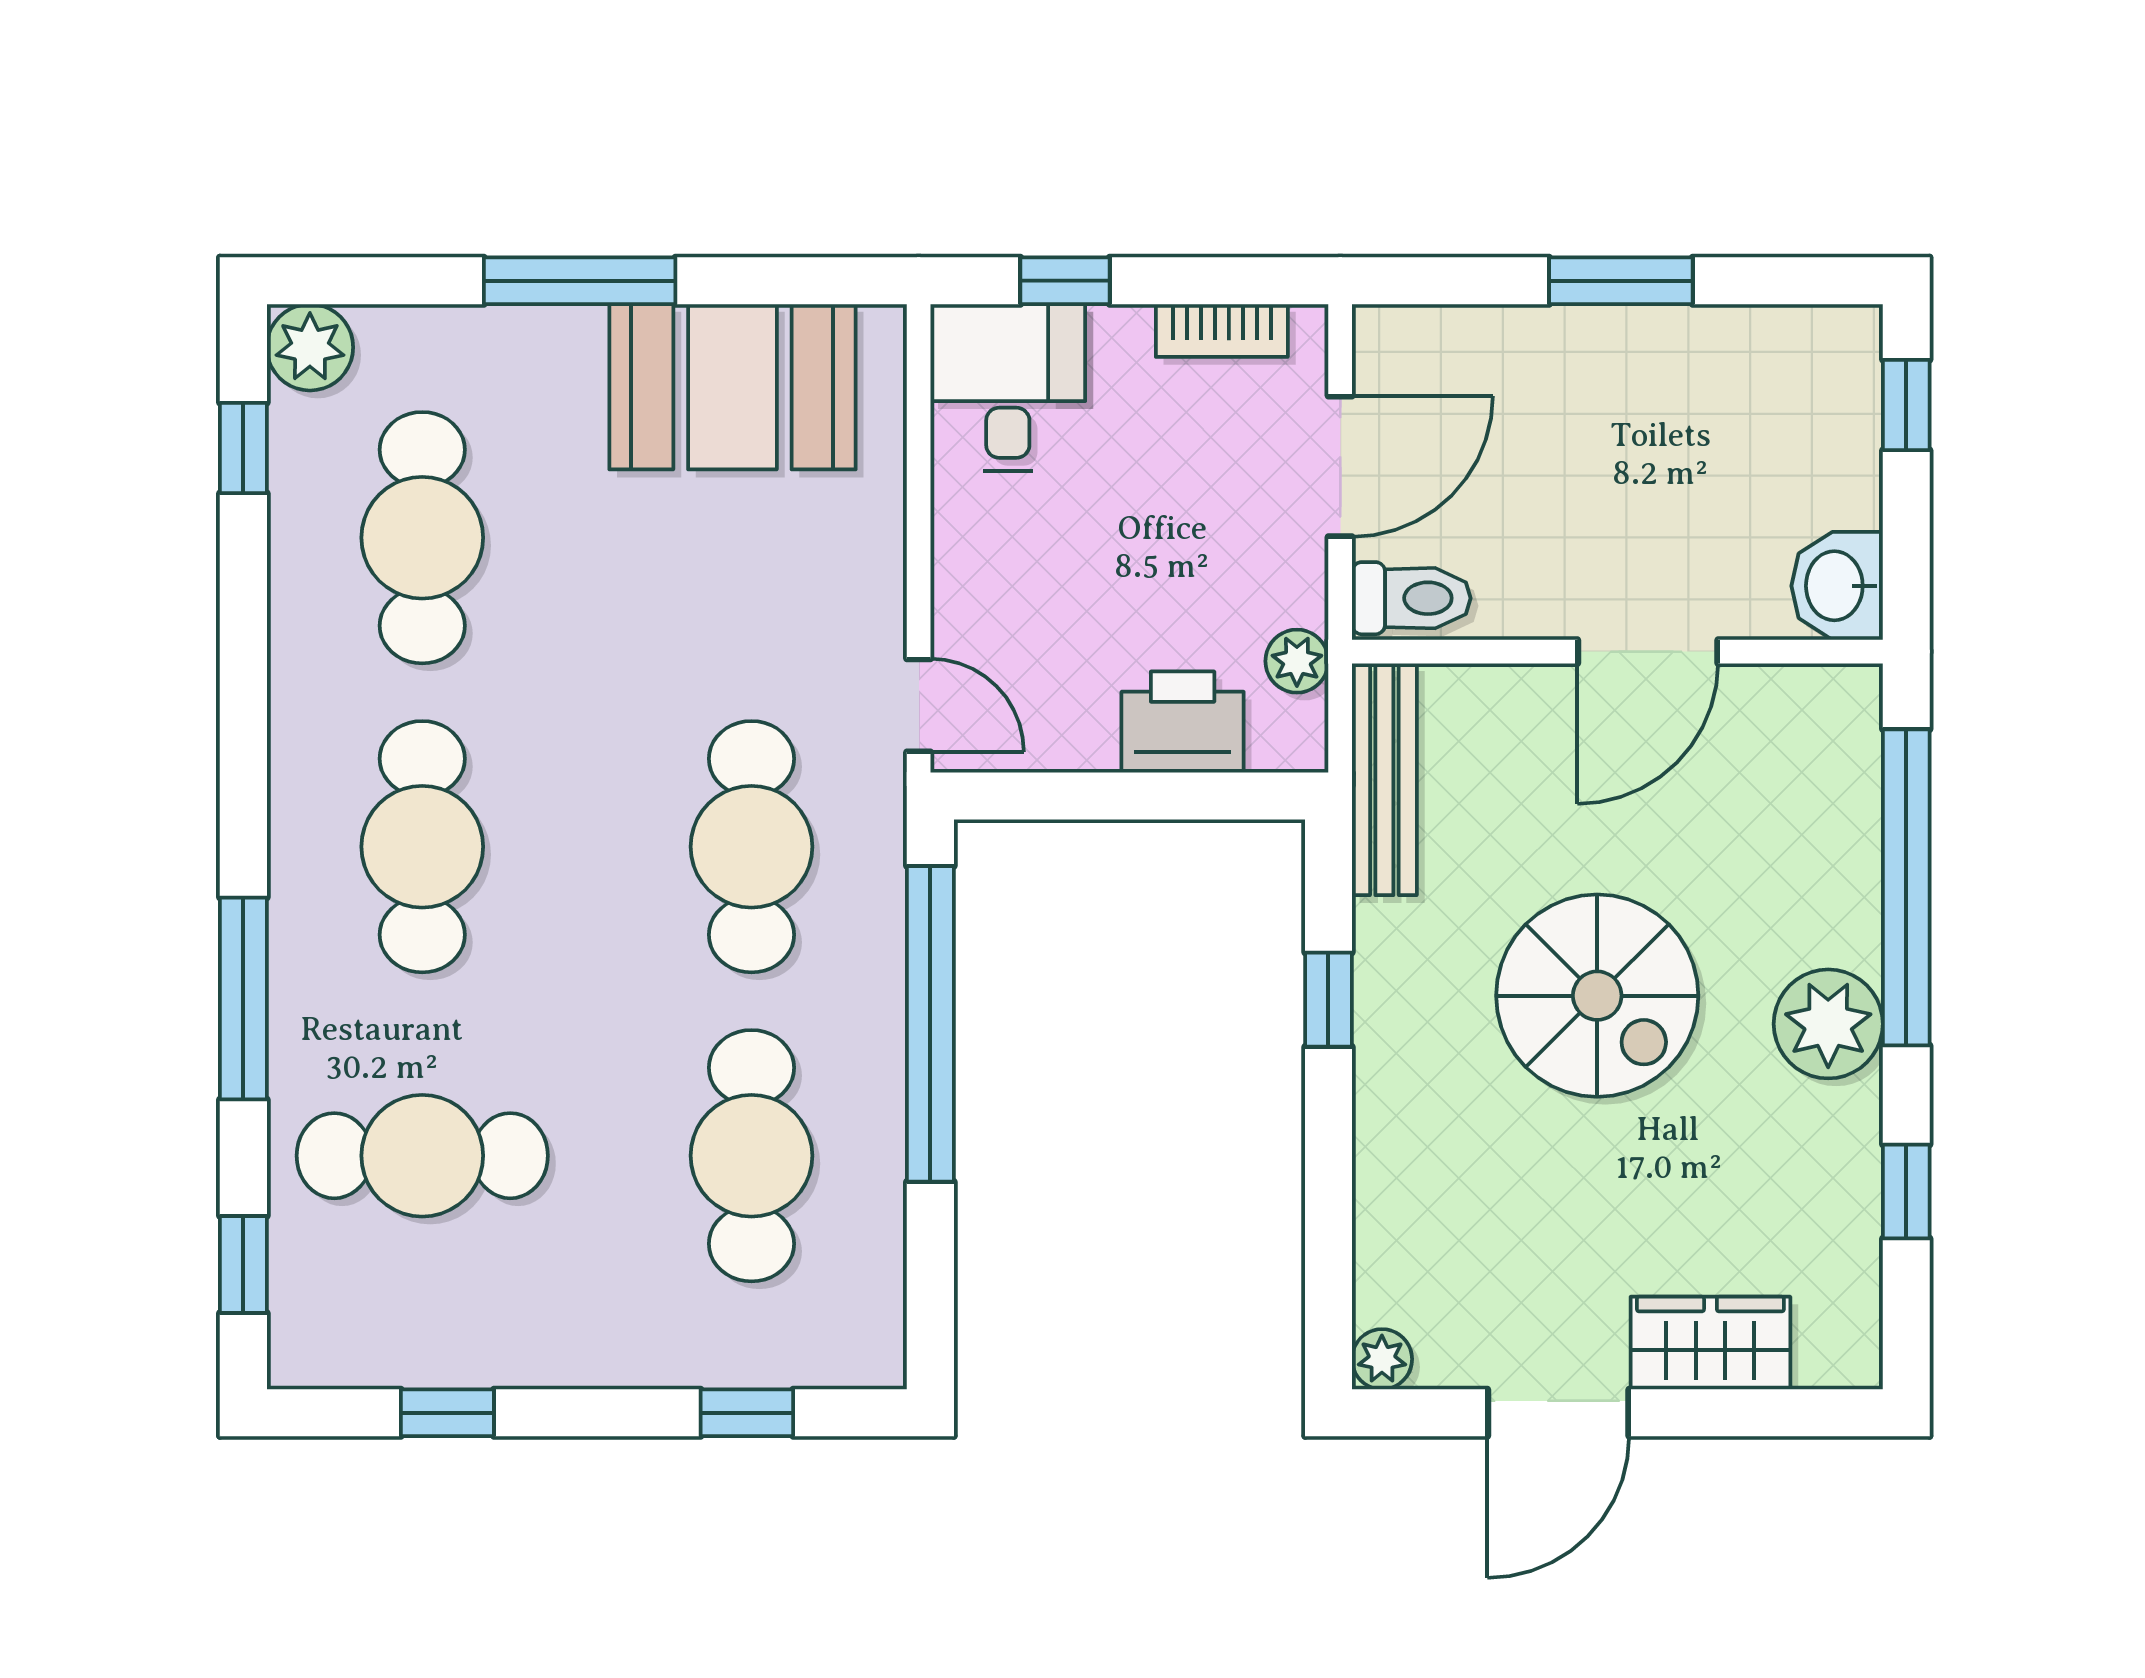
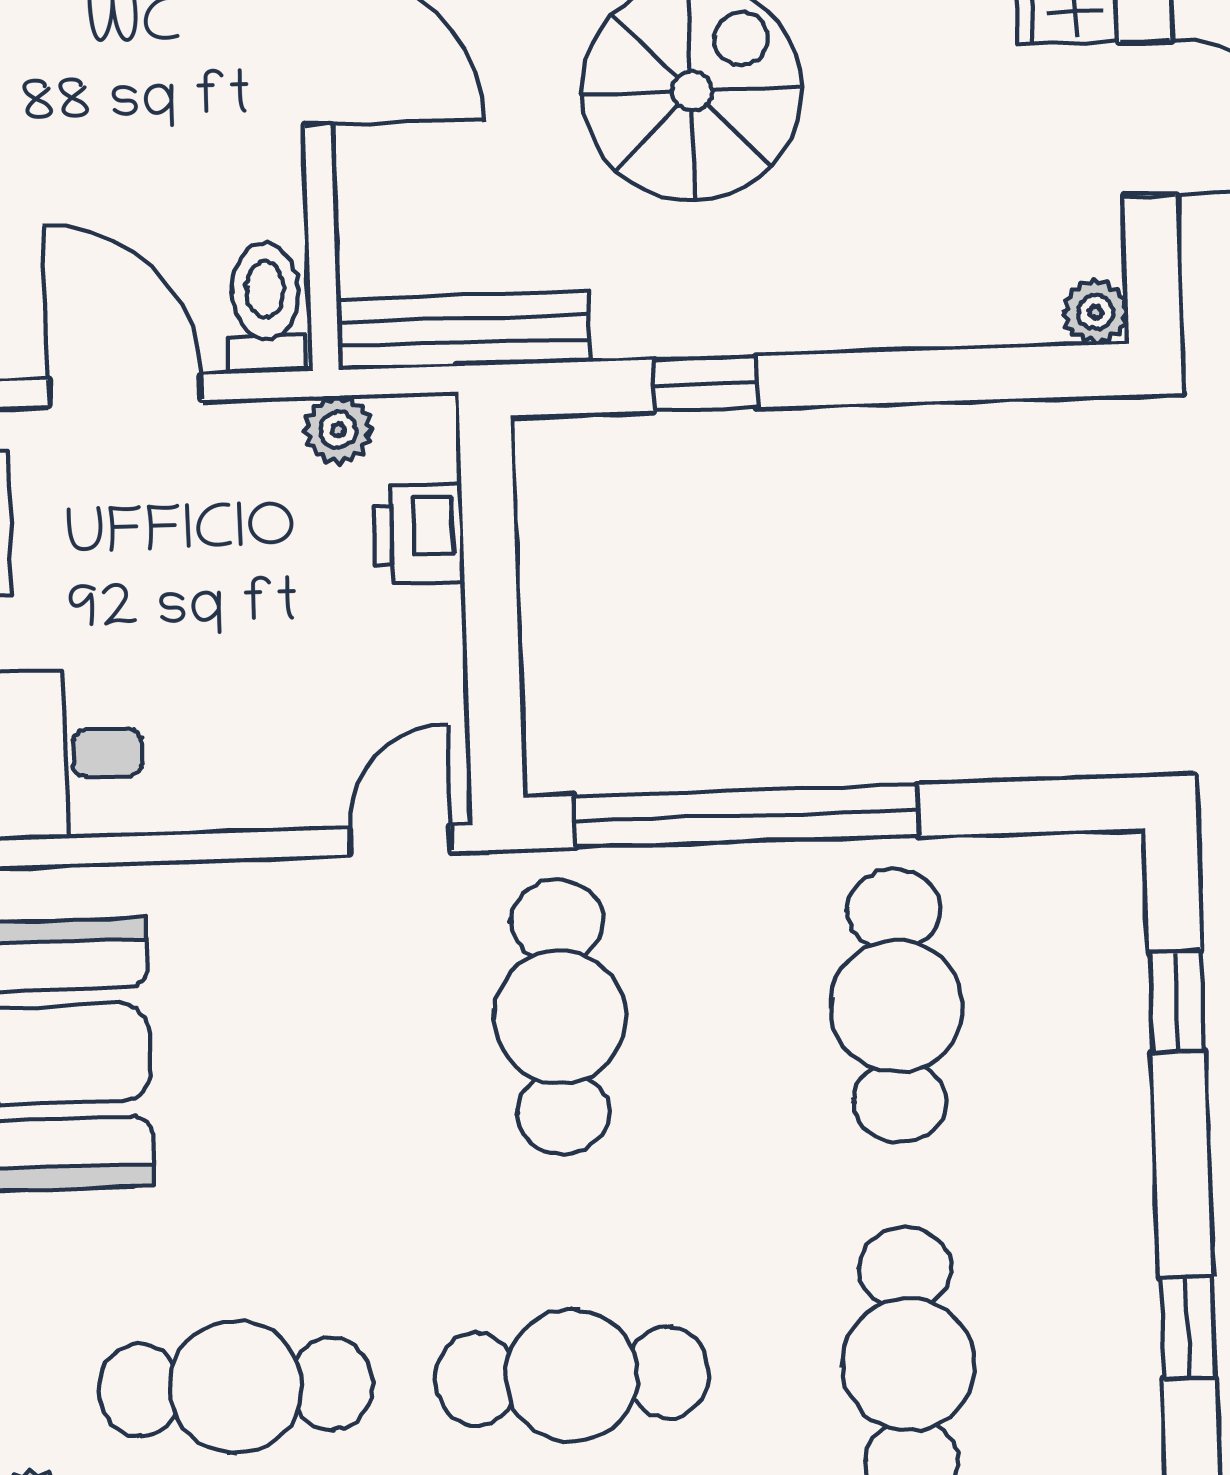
printer: (1183, 722) -> (419, 534), width x0.73, depth x0.81
cafe table: (751, 847) -> (560, 1017), turned 90
cafe table: (751, 1156) -> (897, 1006), turned 90

